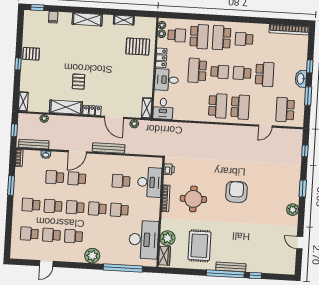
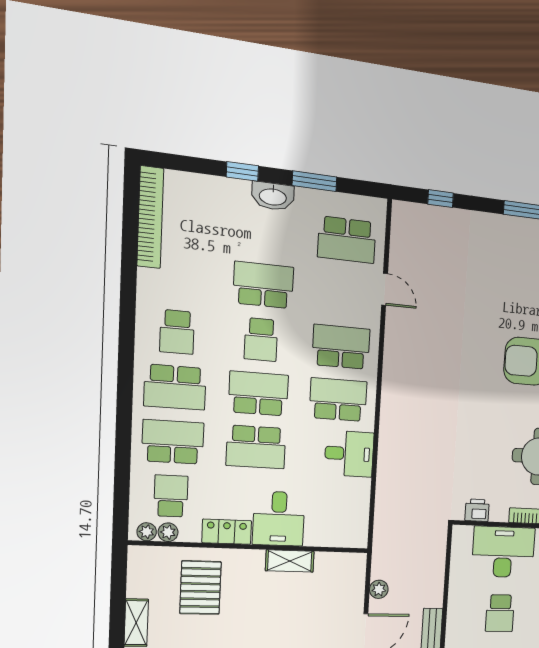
school desk: (220, 72) -> (258, 394), width x1.85
shelving: (147, 108) -> (290, 561), moved
desk: (163, 109) -> (349, 454), moved

